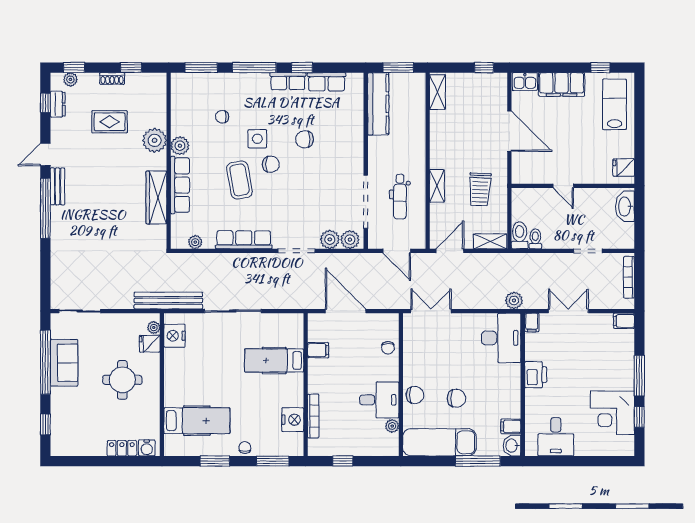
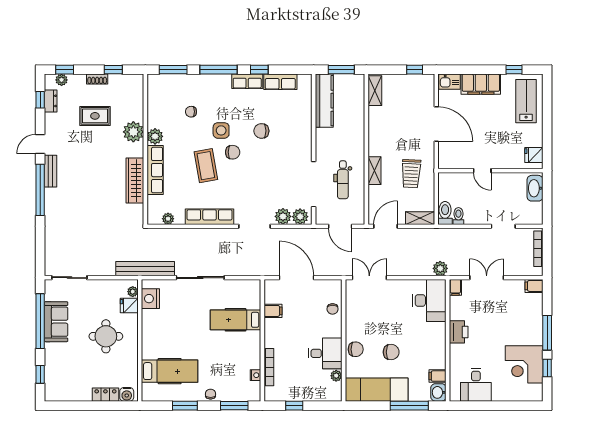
nightstand: (293, 420) -> (255, 375), width x0.53, depth x0.56

